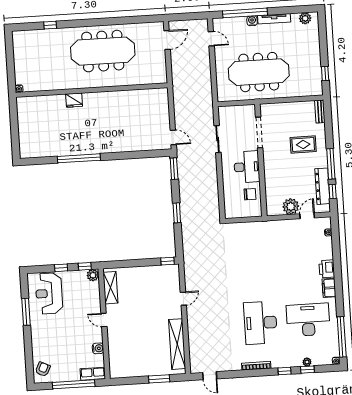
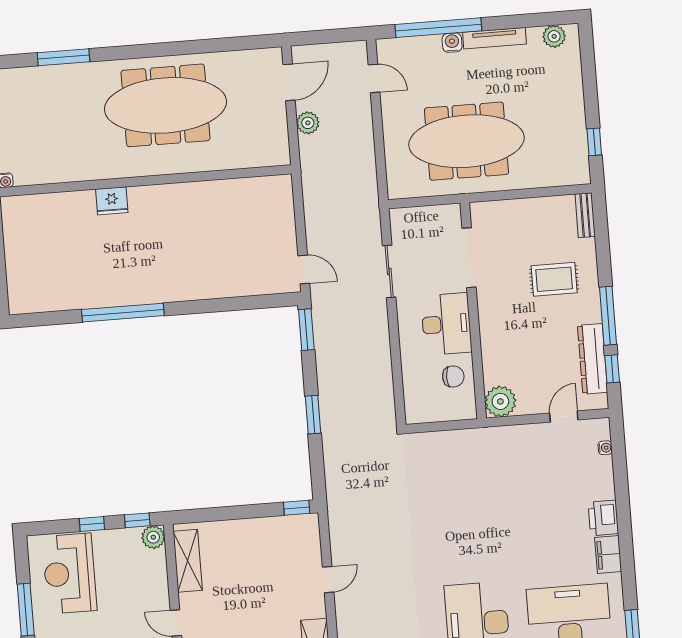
window: (50, 25) -> (63, 57), width x2.17
plant: (176, 61) -> (308, 123), added
plant: (291, 206) -> (500, 401), moved

